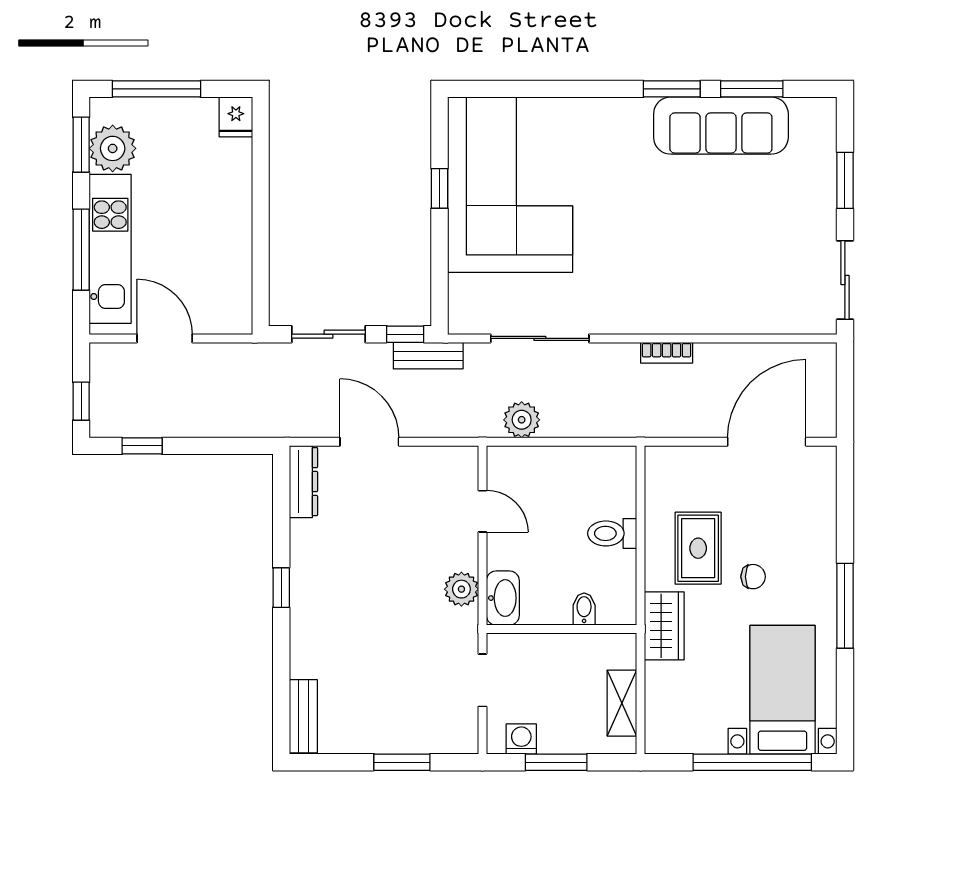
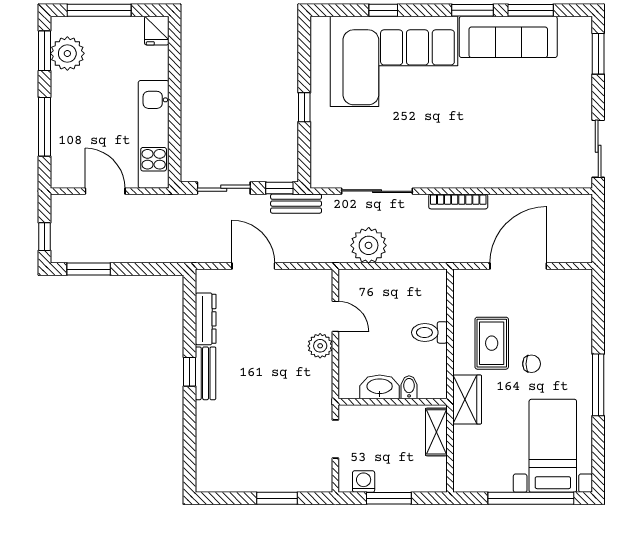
window: (549, 89) -> (383, 10), added
window: (845, 180) -> (598, 54), moved
corner sofa: (510, 185) -> (394, 61), moved, turned 90
window: (439, 188) -> (304, 107), moved
kitchen unit: (110, 249) -> (154, 134), moved, turned 180
bookcase: (667, 353) -> (458, 201), width x1.56
plant: (522, 420) -> (369, 245), width x1.36, depth x1.36
door: (767, 442) -> (518, 266), moved
window: (142, 446) -> (89, 269), width x1.50
dresser: (303, 482) -> (206, 319), moved
plant: (461, 589) -> (320, 346), moved
washbasin: (503, 598) -> (380, 387), moved, turned -90
shelving: (622, 703) -> (436, 432), moved
bench: (303, 716) -> (206, 373), moved

